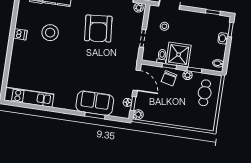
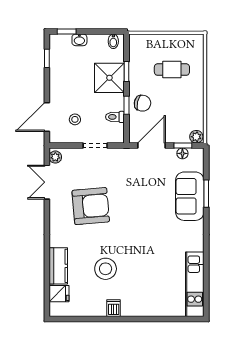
shower: (179, 55) -> (109, 78), moved
plant: (188, 75) -> (135, 79), removed
cafe table: (205, 93) -> (172, 70), moved

